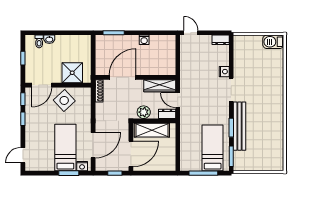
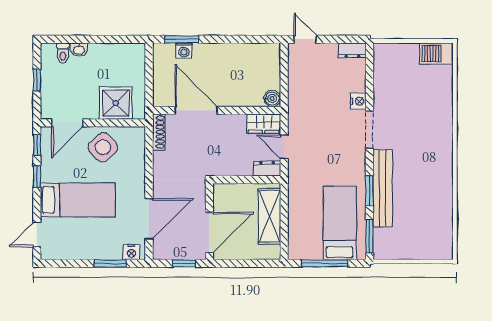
washing machine: (144, 40) -> (184, 51), moved
boiler: (170, 70) -> (272, 99), added
door: (123, 77) -> (196, 110), hinge flipped
wardrobe: (160, 86) -> (264, 124), width x0.67
plant: (144, 112) -> (230, 166), removed
shelving: (152, 130) -> (269, 216), moved, turned 90
bed: (65, 148) -> (78, 200), moved, turned 90

